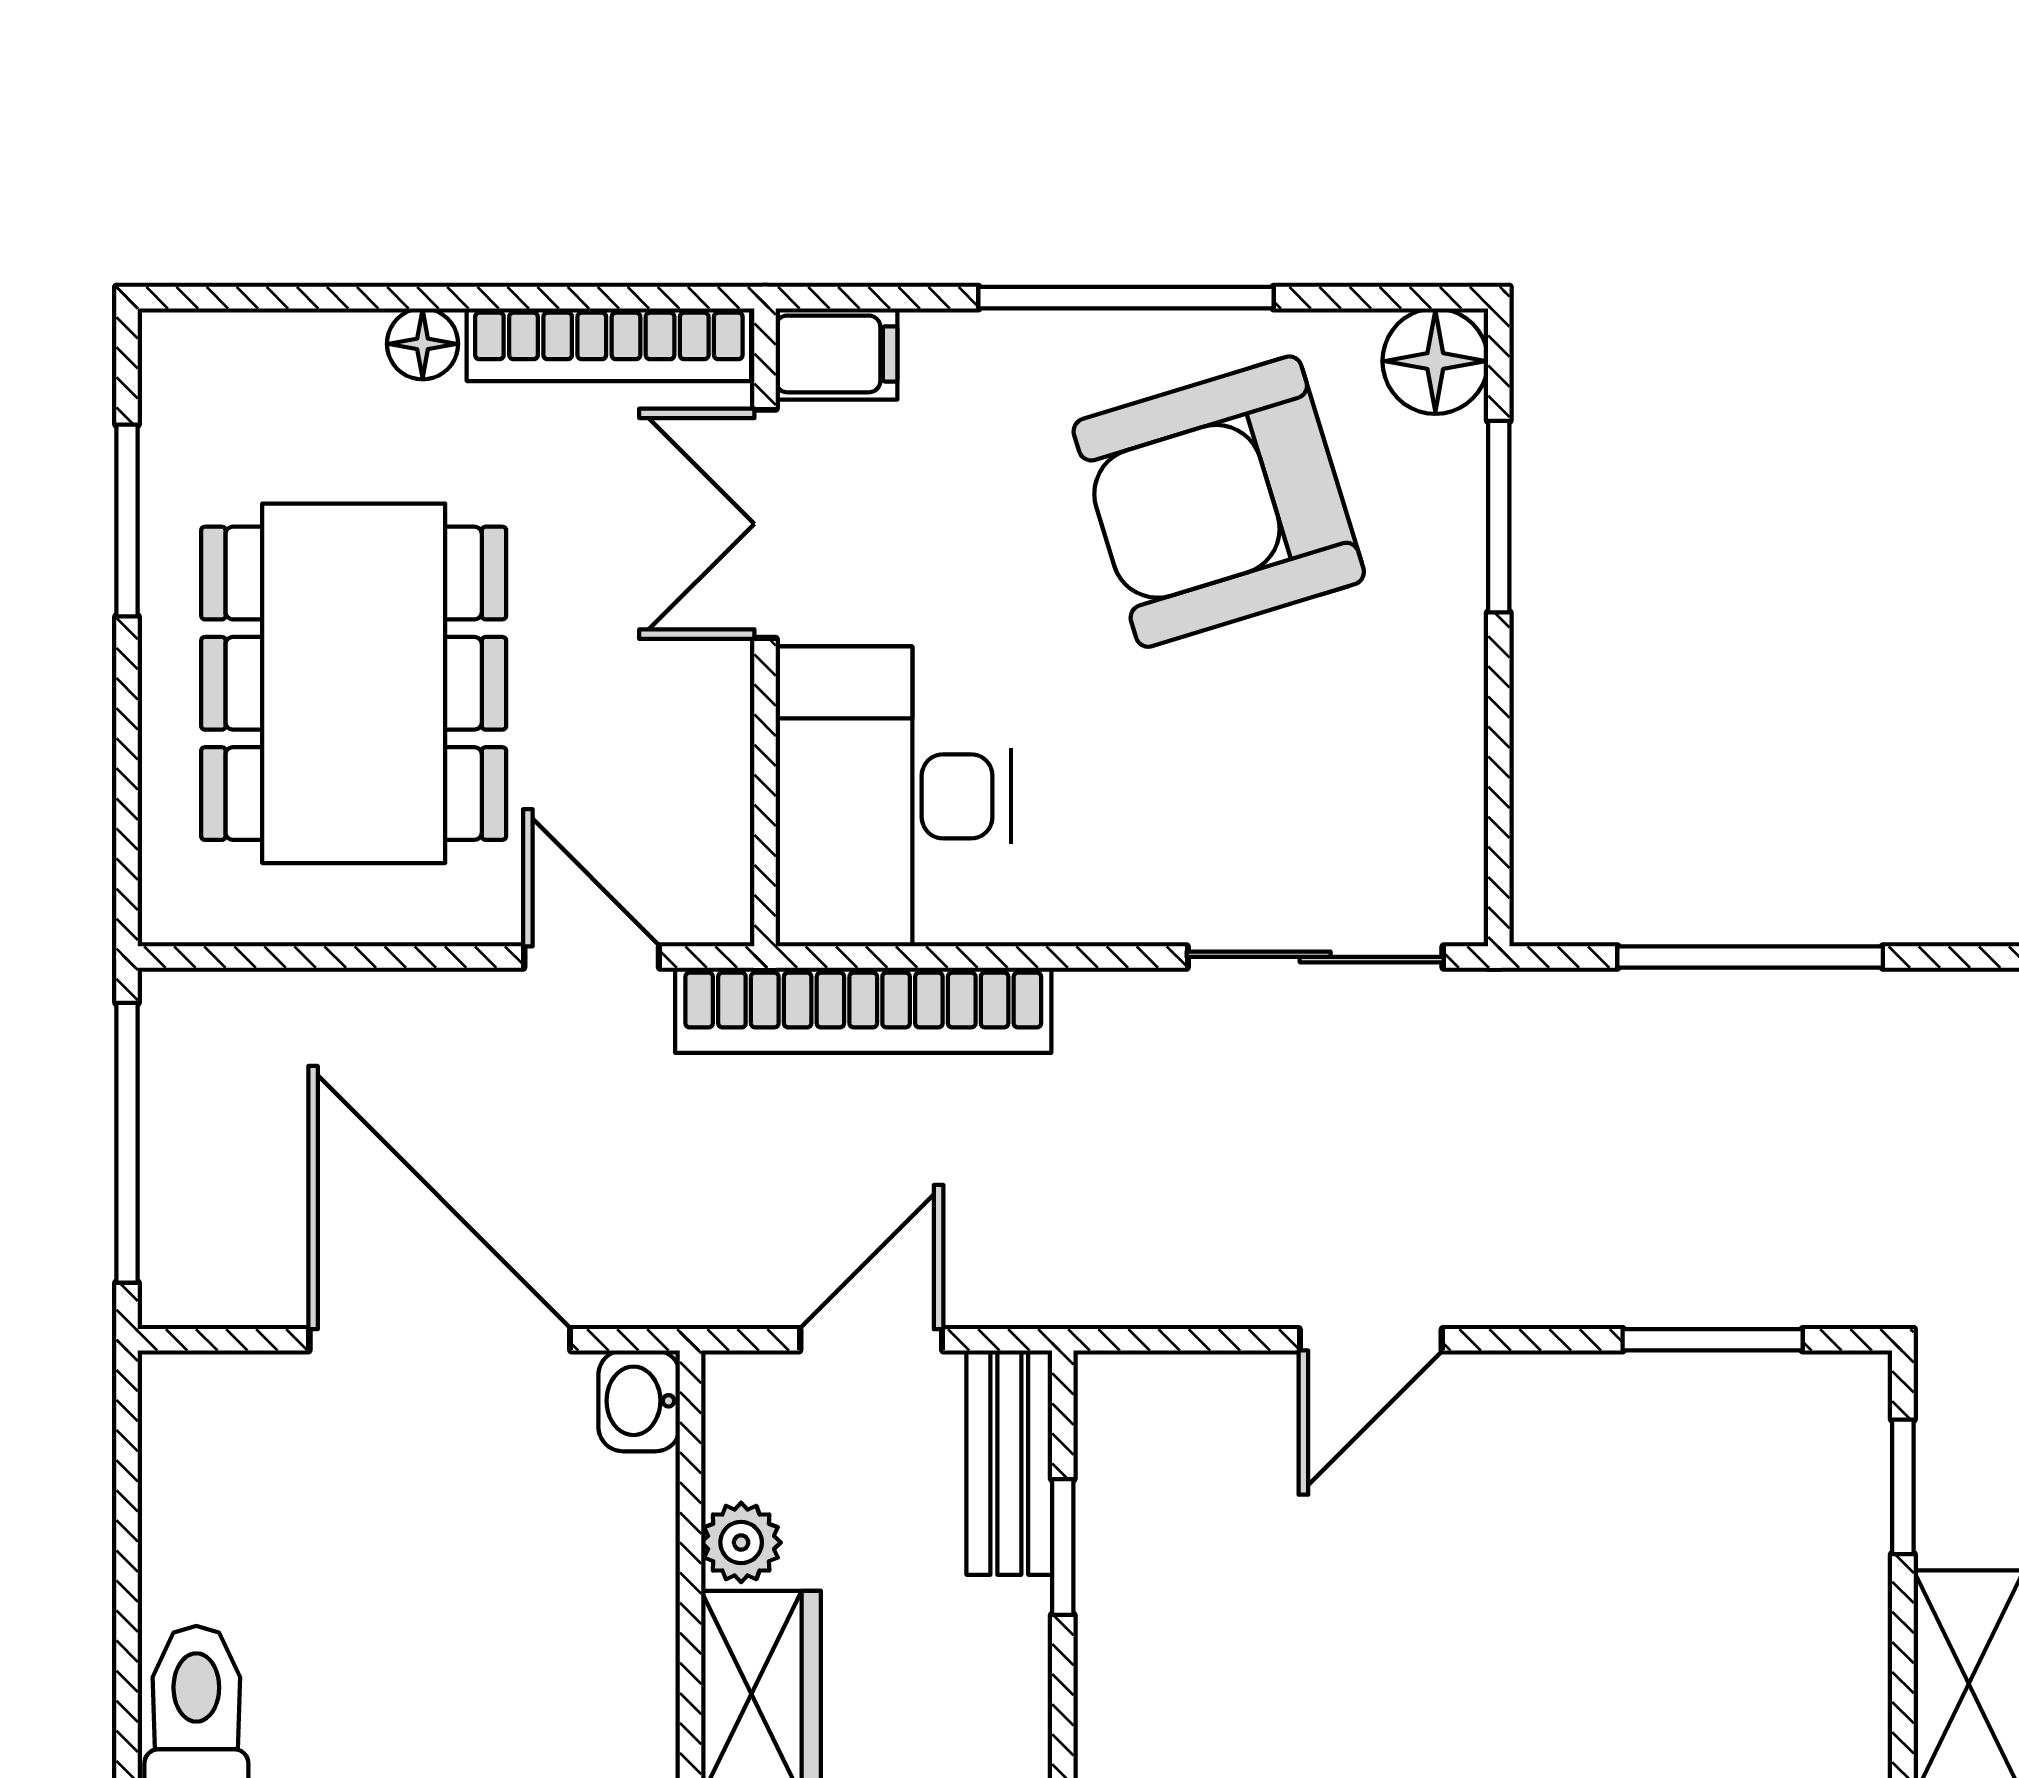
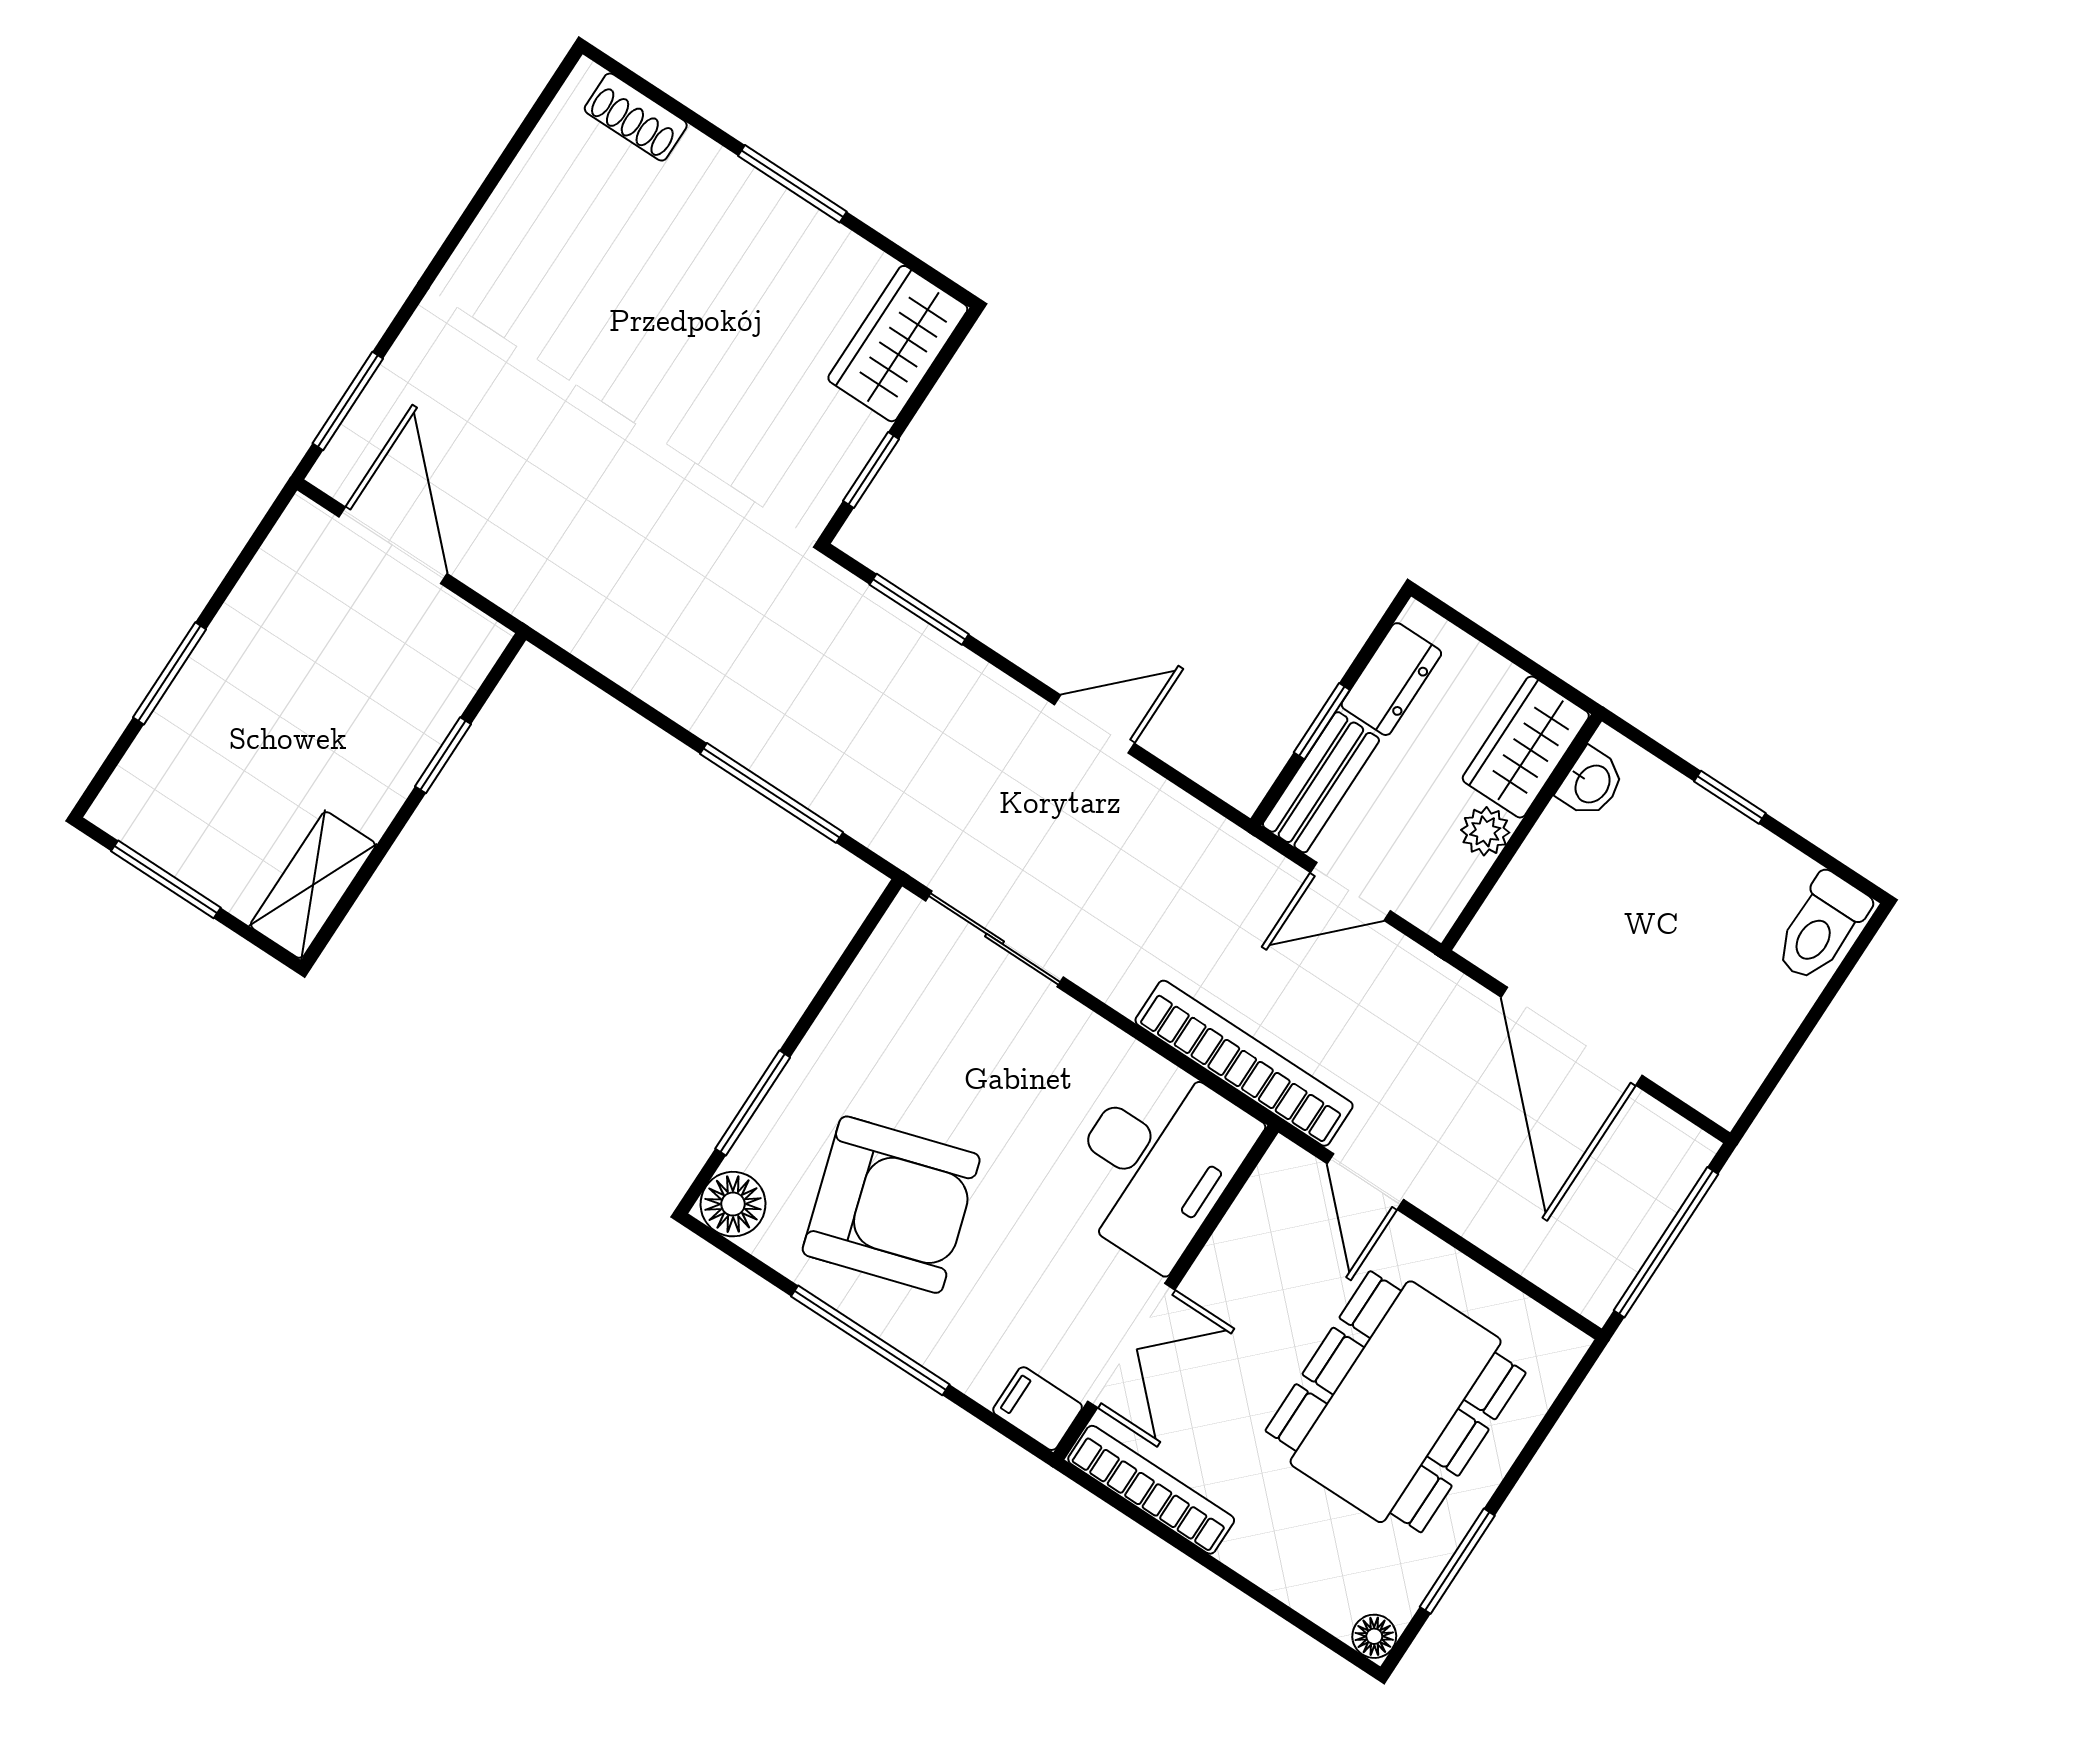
floor lamp: (423, 344) -> (1374, 1636), moved
washbasin: (639, 1401) -> (1591, 783), moved
dresser: (1005, 1667) -> (1391, 679), added

